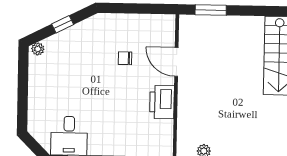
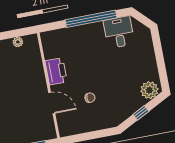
plant: (38, 49) -> (149, 90), width x1.87, depth x1.87

